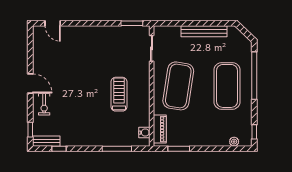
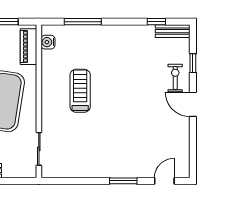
door: (53, 23) -> (164, 181), hinge flipped
window: (132, 23) -> (123, 181), moved
treadmill: (119, 94) -> (80, 91), turned 180
window: (30, 130) -> (193, 63), moved

